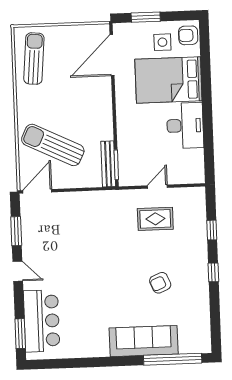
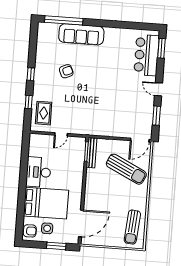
rug: (155, 219) -> (44, 113), moved, turned 90

